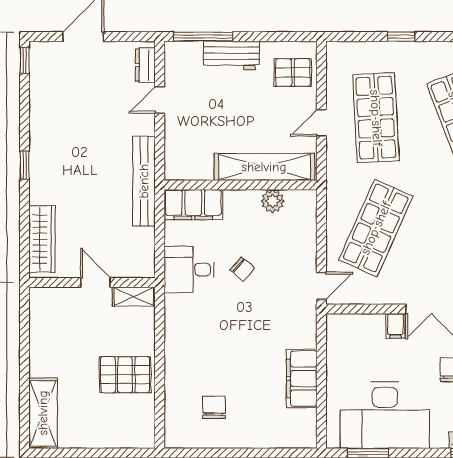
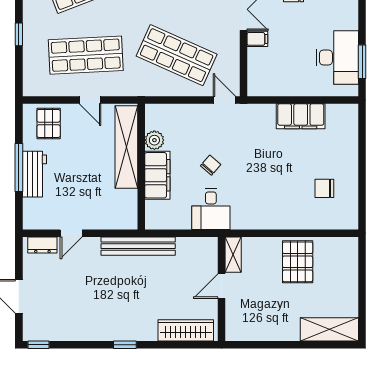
window: (203, 37) -> (19, 168), moved
door: (160, 100) -> (71, 233), hinge flipped
filing cabinet: (193, 205) -> (157, 175), moved
desk: (385, 415) -> (337, 58), width x0.73, depth x0.77

